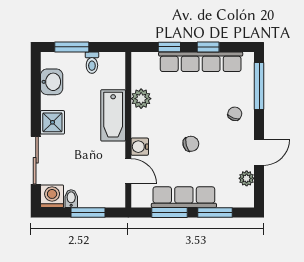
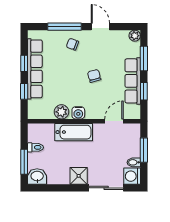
washbasin: (52, 82) -> (37, 176), moved
window: (259, 86) -> (65, 27), moved
water cooler: (140, 147) -> (78, 113), moved
plant: (247, 178) -> (135, 36), moved
window: (169, 213) -> (144, 91), width x0.67

